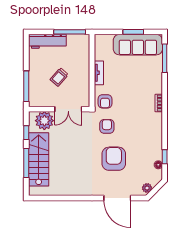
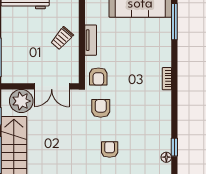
trolley: (59, 77) -> (62, 38), moved
armchair: (114, 159) -> (110, 149), width x0.53, depth x0.53

